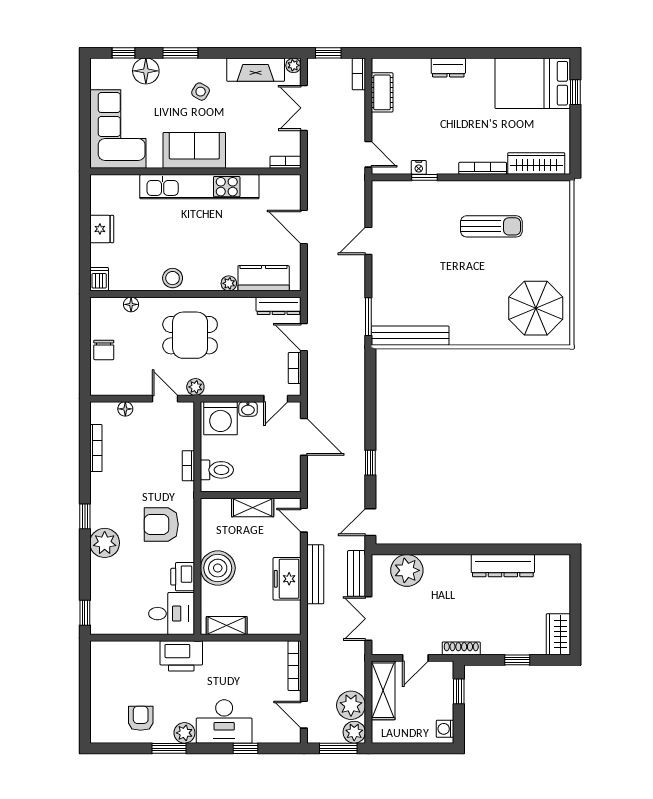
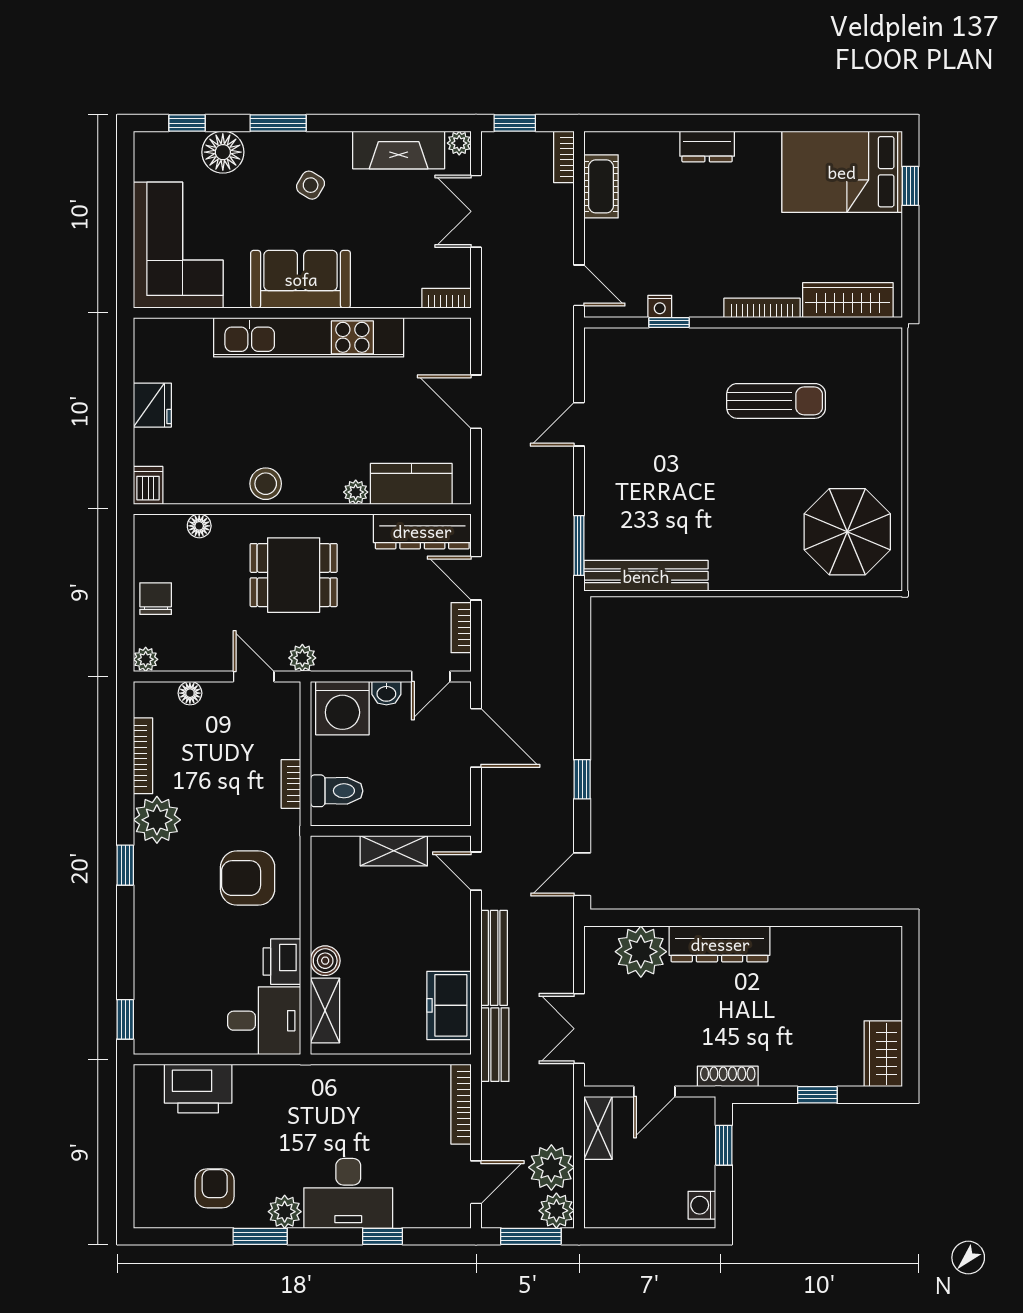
dresser: (279, 306) -> (422, 531), width x1.37, depth x1.24
chair: (104, 350) -> (156, 599), turned 180
plant: (98, 388) -> (146, 659), added
plant: (105, 543) -> (157, 820), moved
dresser: (503, 566) -> (720, 944), moved
boiler: (218, 568) -> (325, 961), width x0.54, depth x0.54
bench: (356, 573) -> (495, 1045), moved
freezer: (287, 579) -> (449, 1005), moved
shelving: (227, 626) -> (325, 1011), moved, turned 90
printer: (181, 656) -> (198, 1089), moved
shelving: (383, 690) -> (598, 1128), width x0.67, depth x0.75
door: (304, 715) -> (476, 1182), swing flipped

